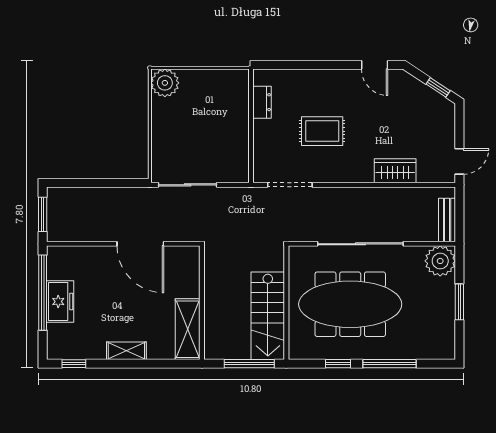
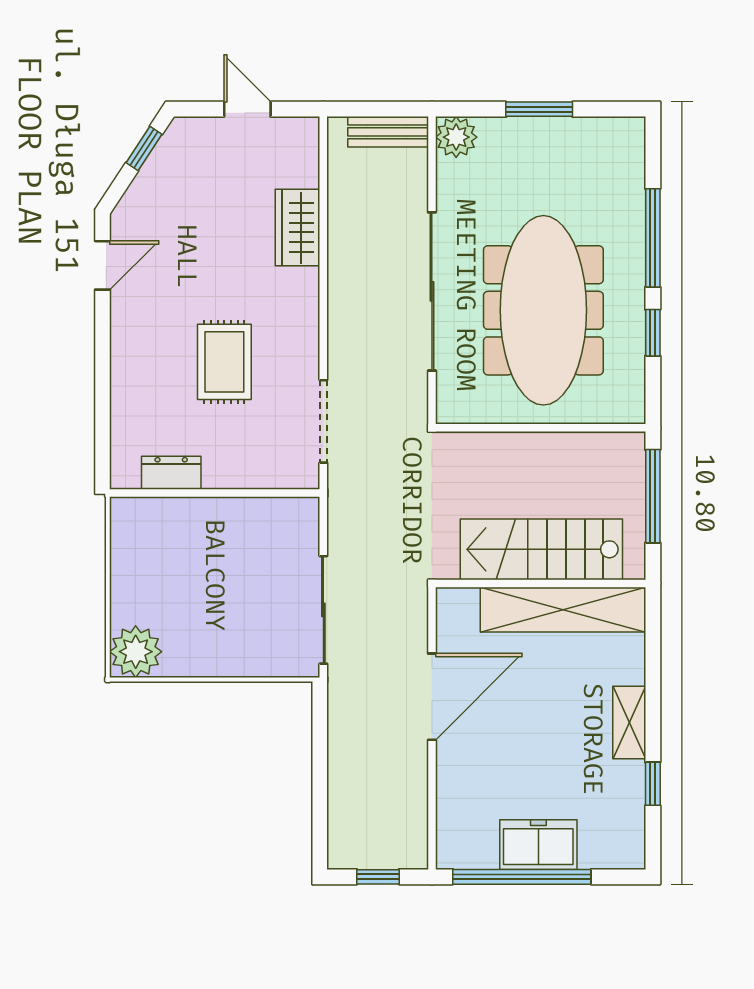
door: (459, 161) -> (247, 109), moved
window: (43, 214) -> (378, 877), width x0.67
plant: (440, 261) -> (456, 137), width x0.73, depth x0.73
stairs: (268, 316) -> (541, 549), moved, turned 180
shelving: (188, 329) -> (563, 610), width x1.47
window: (74, 364) -> (653, 784), moved

